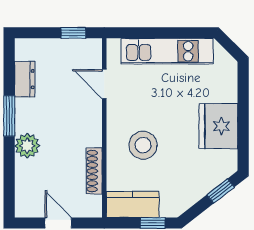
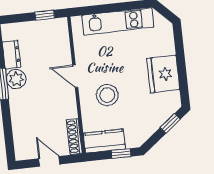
door: (104, 84) -> (75, 76), moved
plant: (27, 146) -> (16, 79), moved
shoe rack: (94, 171) -> (74, 137), moved

